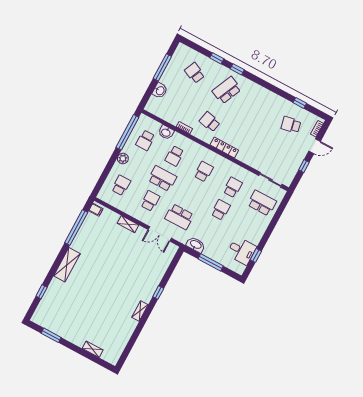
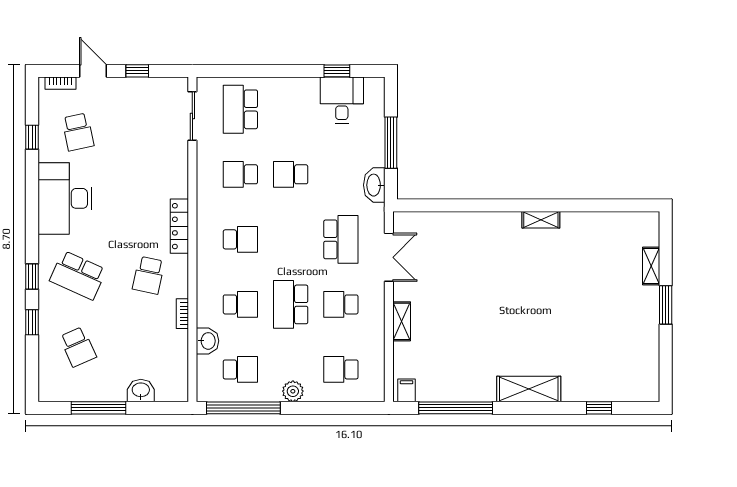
school desk: (195, 73) -> (78, 347), turned -48
desk: (264, 103) -> (65, 198), added
school desk: (204, 172) -> (240, 239), turned 180
window: (158, 293) -> (492, 205), removed
window: (51, 335) -> (666, 305), moved

